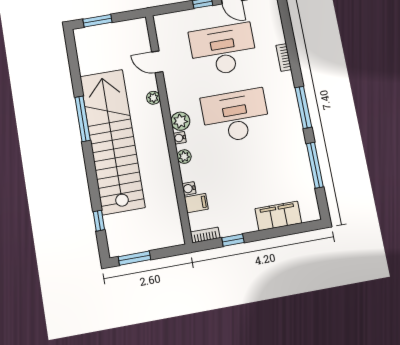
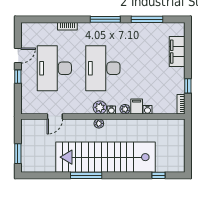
plant: (153, 98) -> (99, 123), moved
filing cabinet: (196, 203) -> (137, 106), moved
window: (134, 258) -> (188, 155), removed

